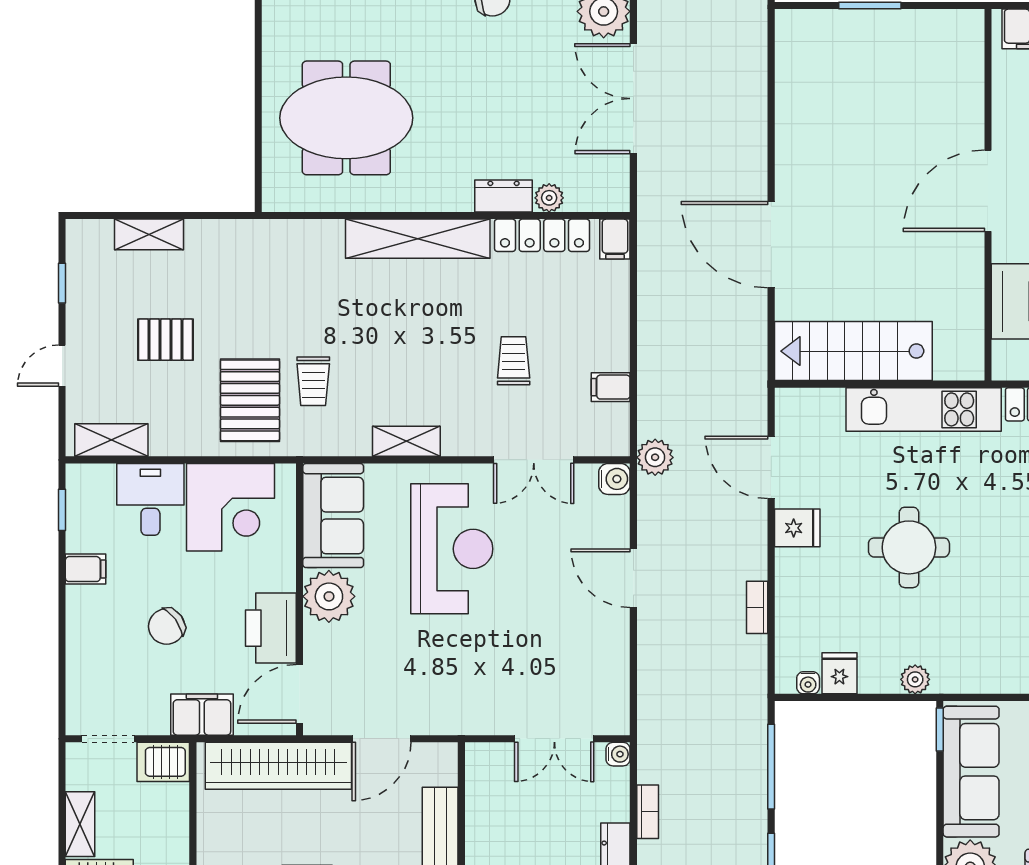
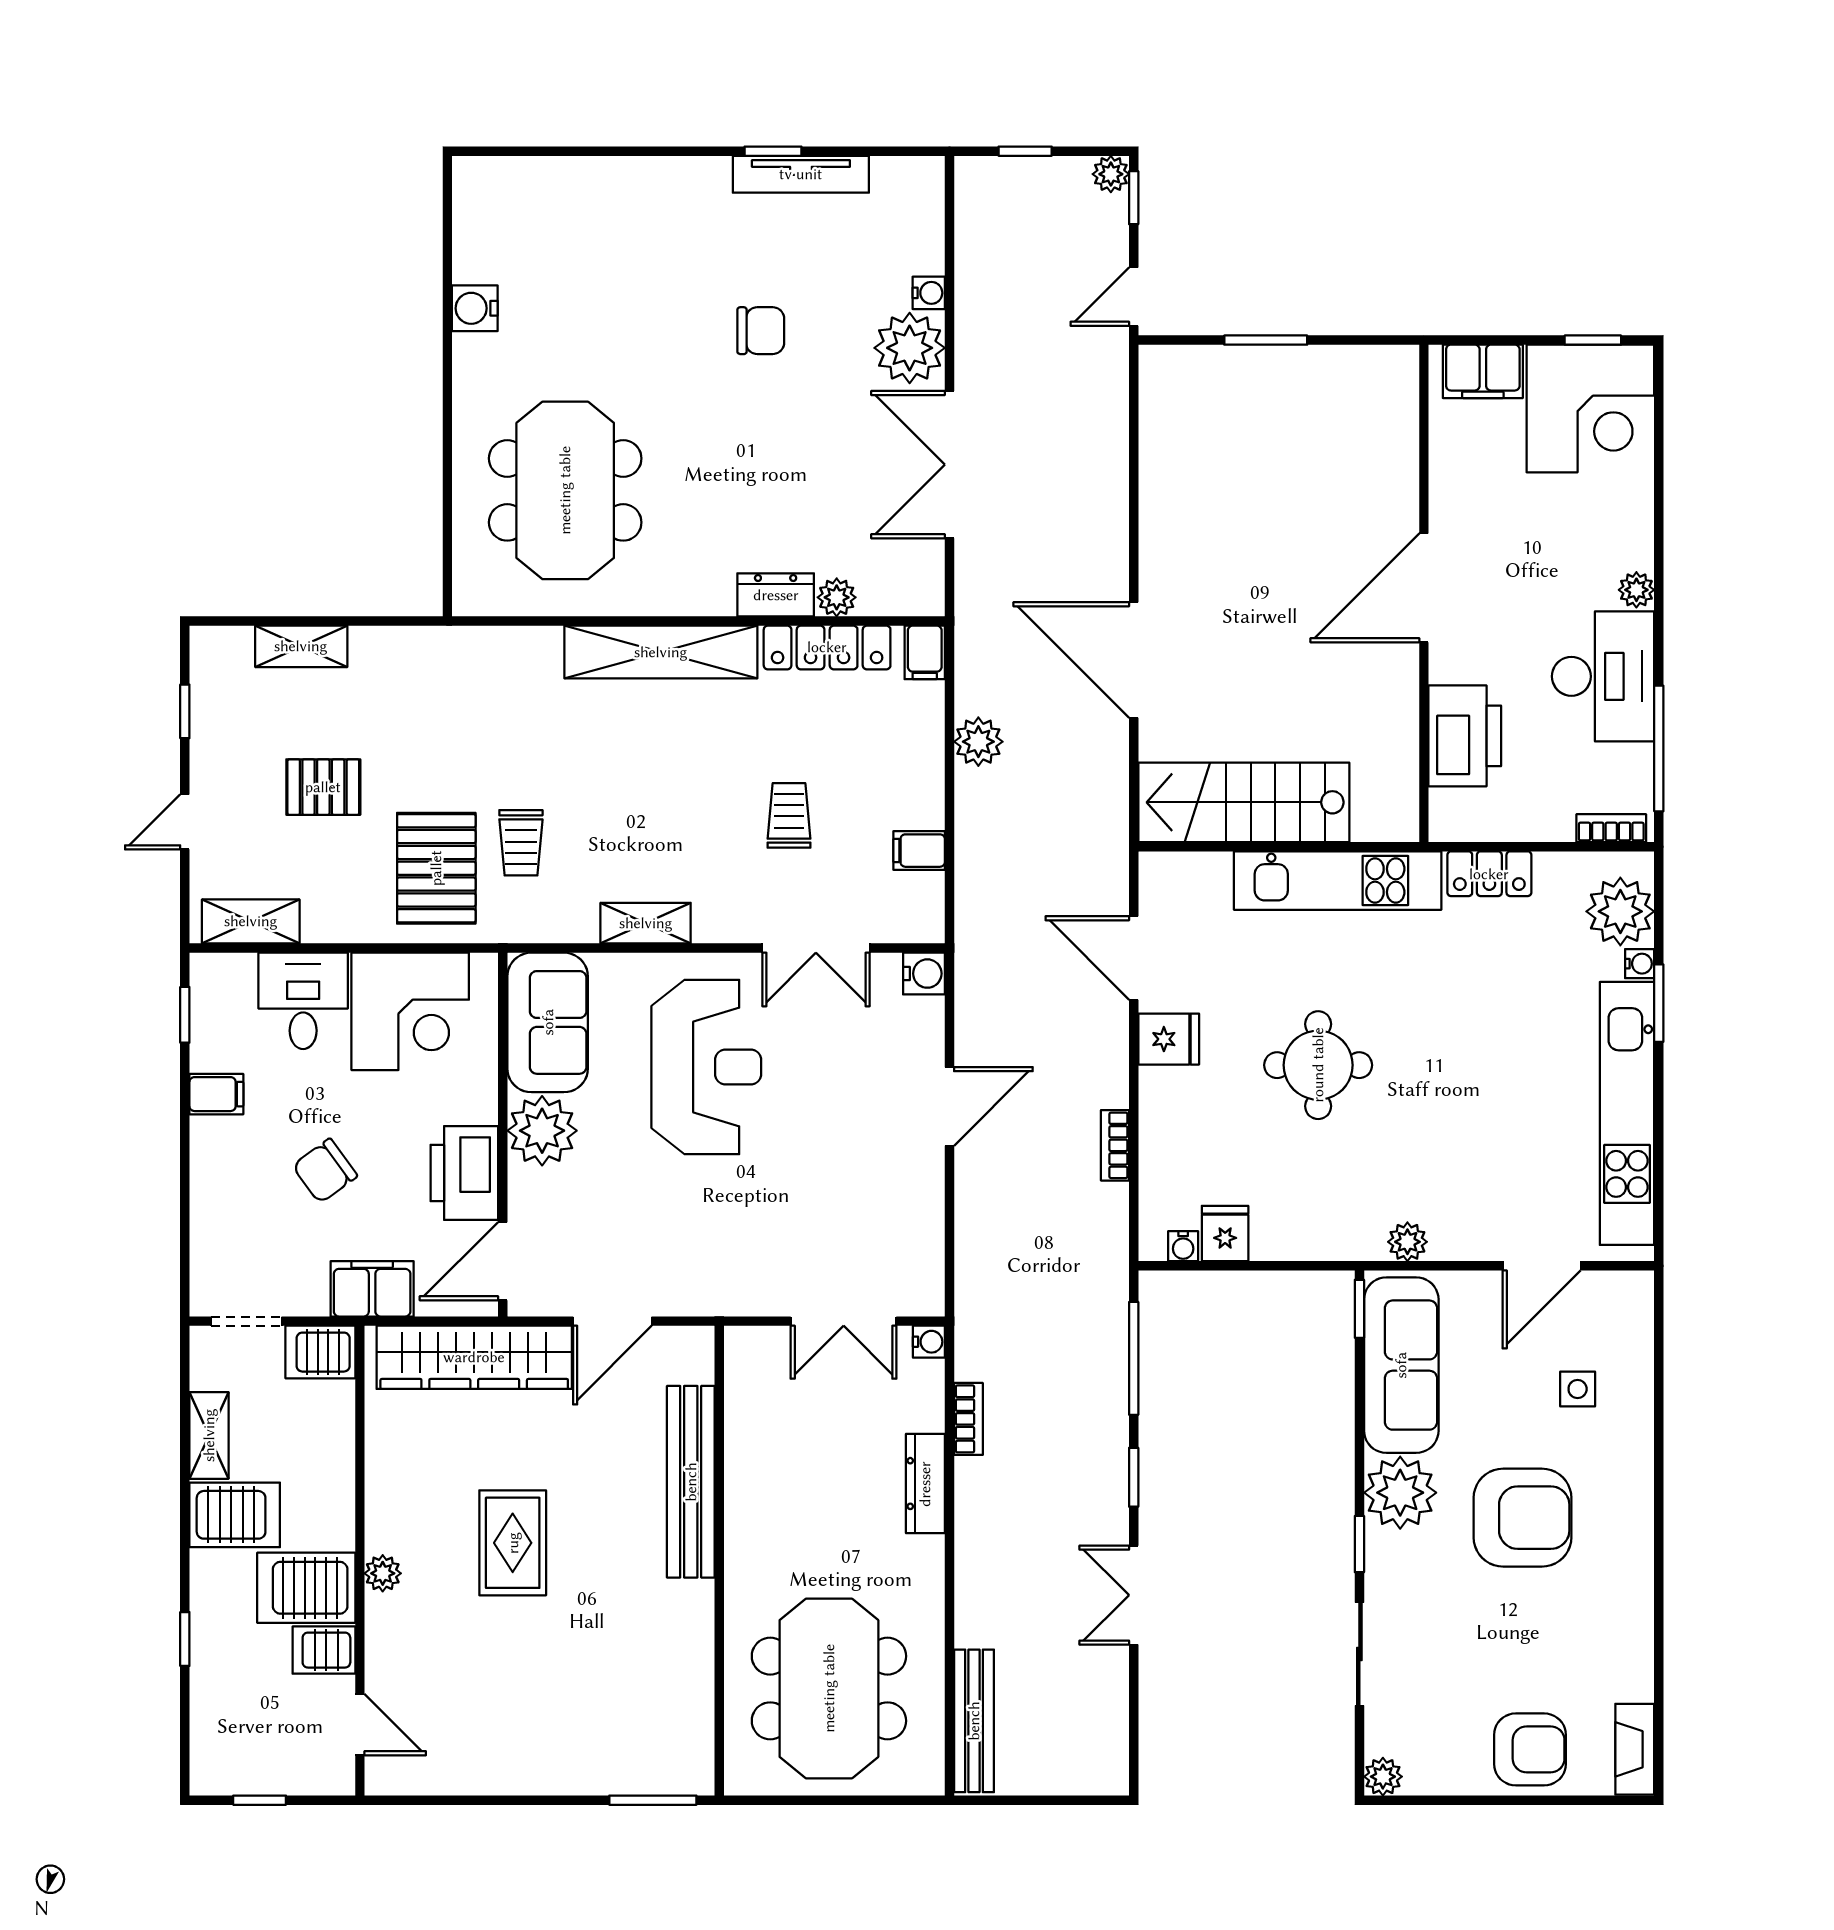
meeting table: (346, 118) -> (565, 490), turned 90
plant: (655, 457) -> (978, 742), moved
door: (633, 578) -> (949, 1106), swing flipped
plant: (915, 679) -> (1407, 1242), moved

